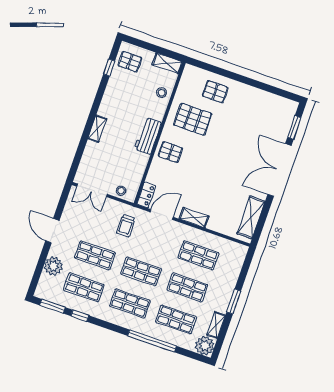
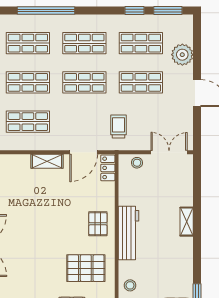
workbench: (148, 136) -> (129, 233), width x1.37
pallet: (170, 152) -> (98, 224), turned 90

